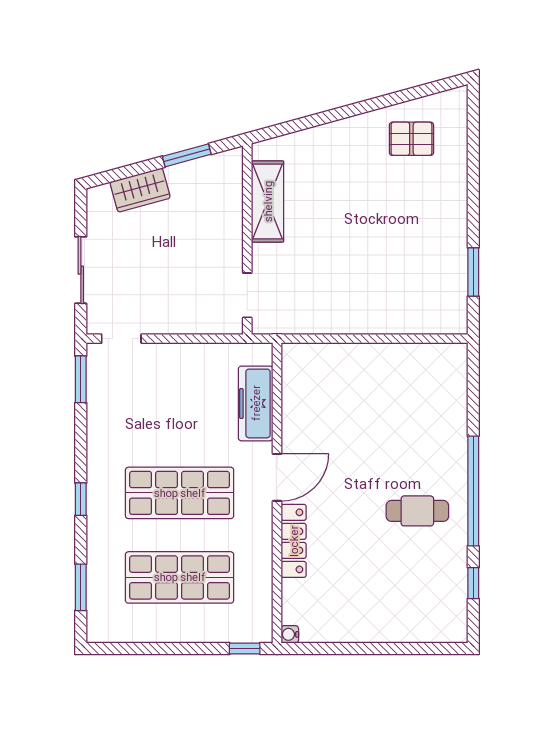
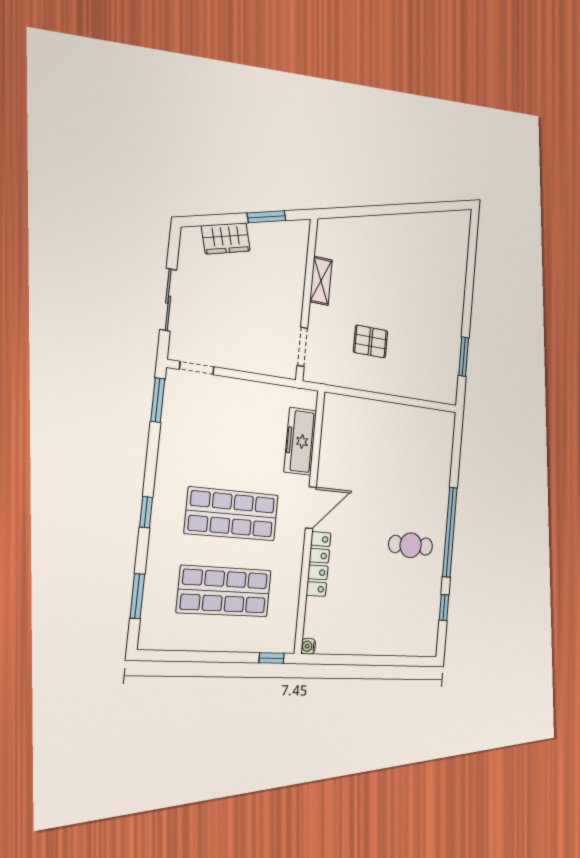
pallet: (411, 139) -> (371, 342), moved
shelving: (268, 201) -> (321, 281), width x0.67, depth x0.75

